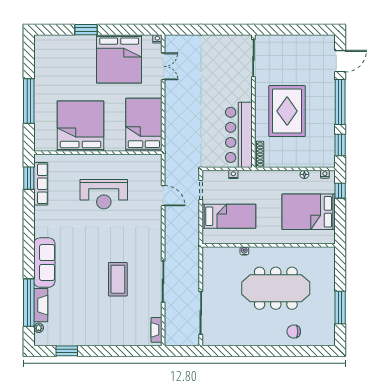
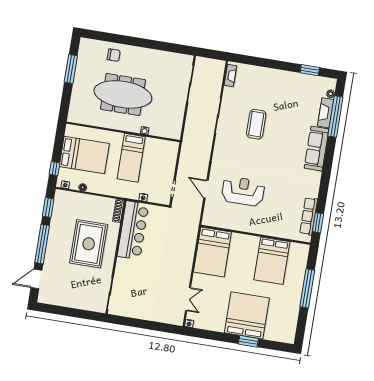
bed: (119, 59) -> (247, 315), moved
double door: (163, 66) -> (188, 299), swing flipped
bed: (81, 126) -> (272, 261), width x0.73
reception desk: (104, 194) -> (243, 191), moved
bed: (229, 216) -> (131, 158), moved, turned -90

